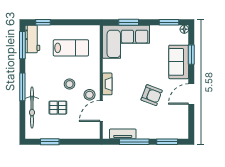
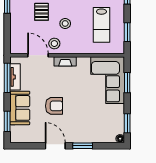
window: (78, 22) -> (127, 32), added
window: (191, 55) -> (83, 146), moved
sofa: (179, 62) -> (20, 108), moved, turned 90
armchair: (152, 95) -> (54, 106), turned -111
window: (134, 142) -> (7, 78), moved

